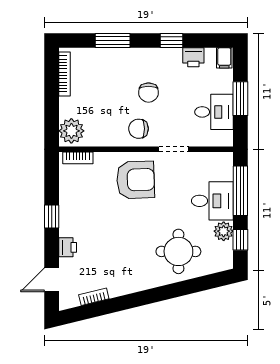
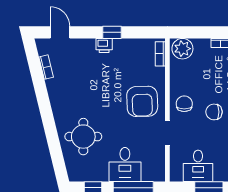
plant: (224, 231) -> (100, 174), removed
printer: (68, 247) -> (104, 46), moved

